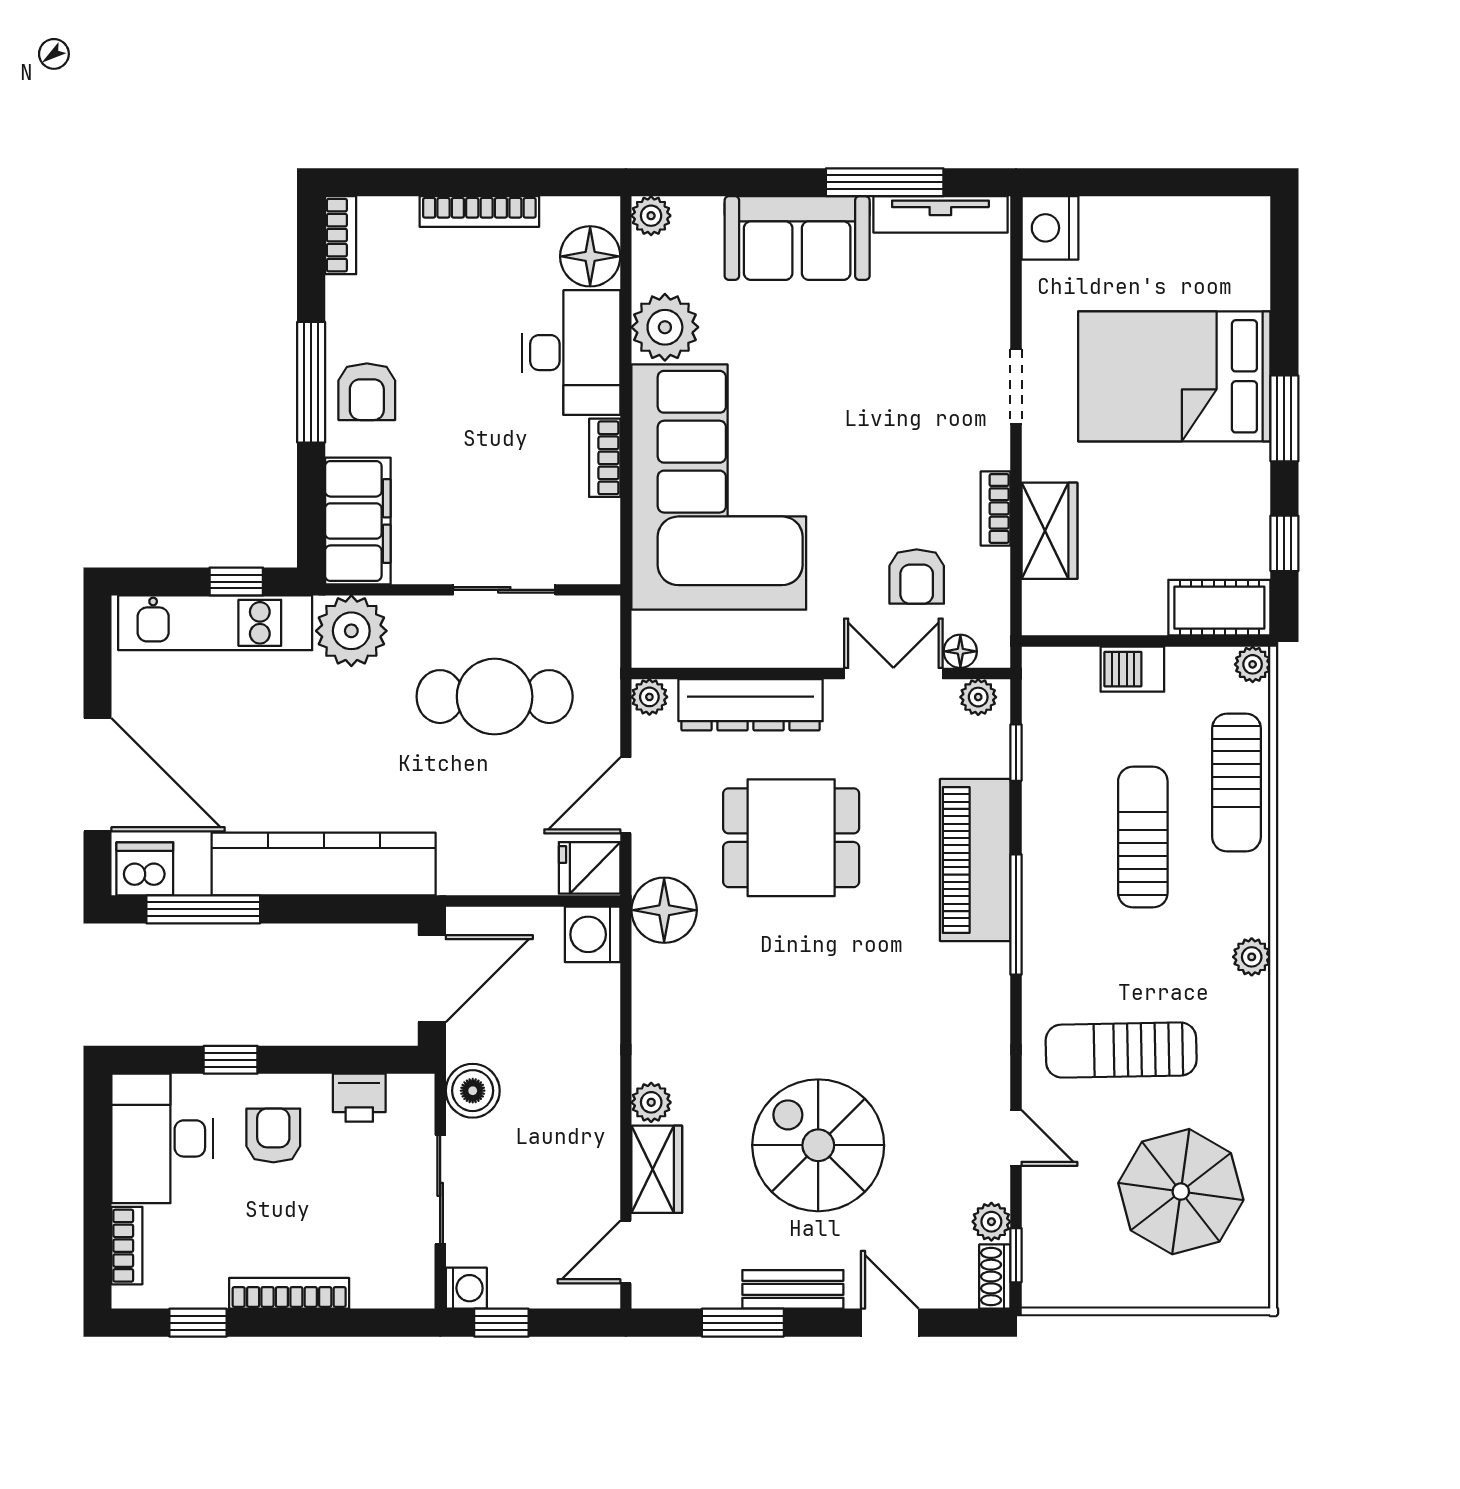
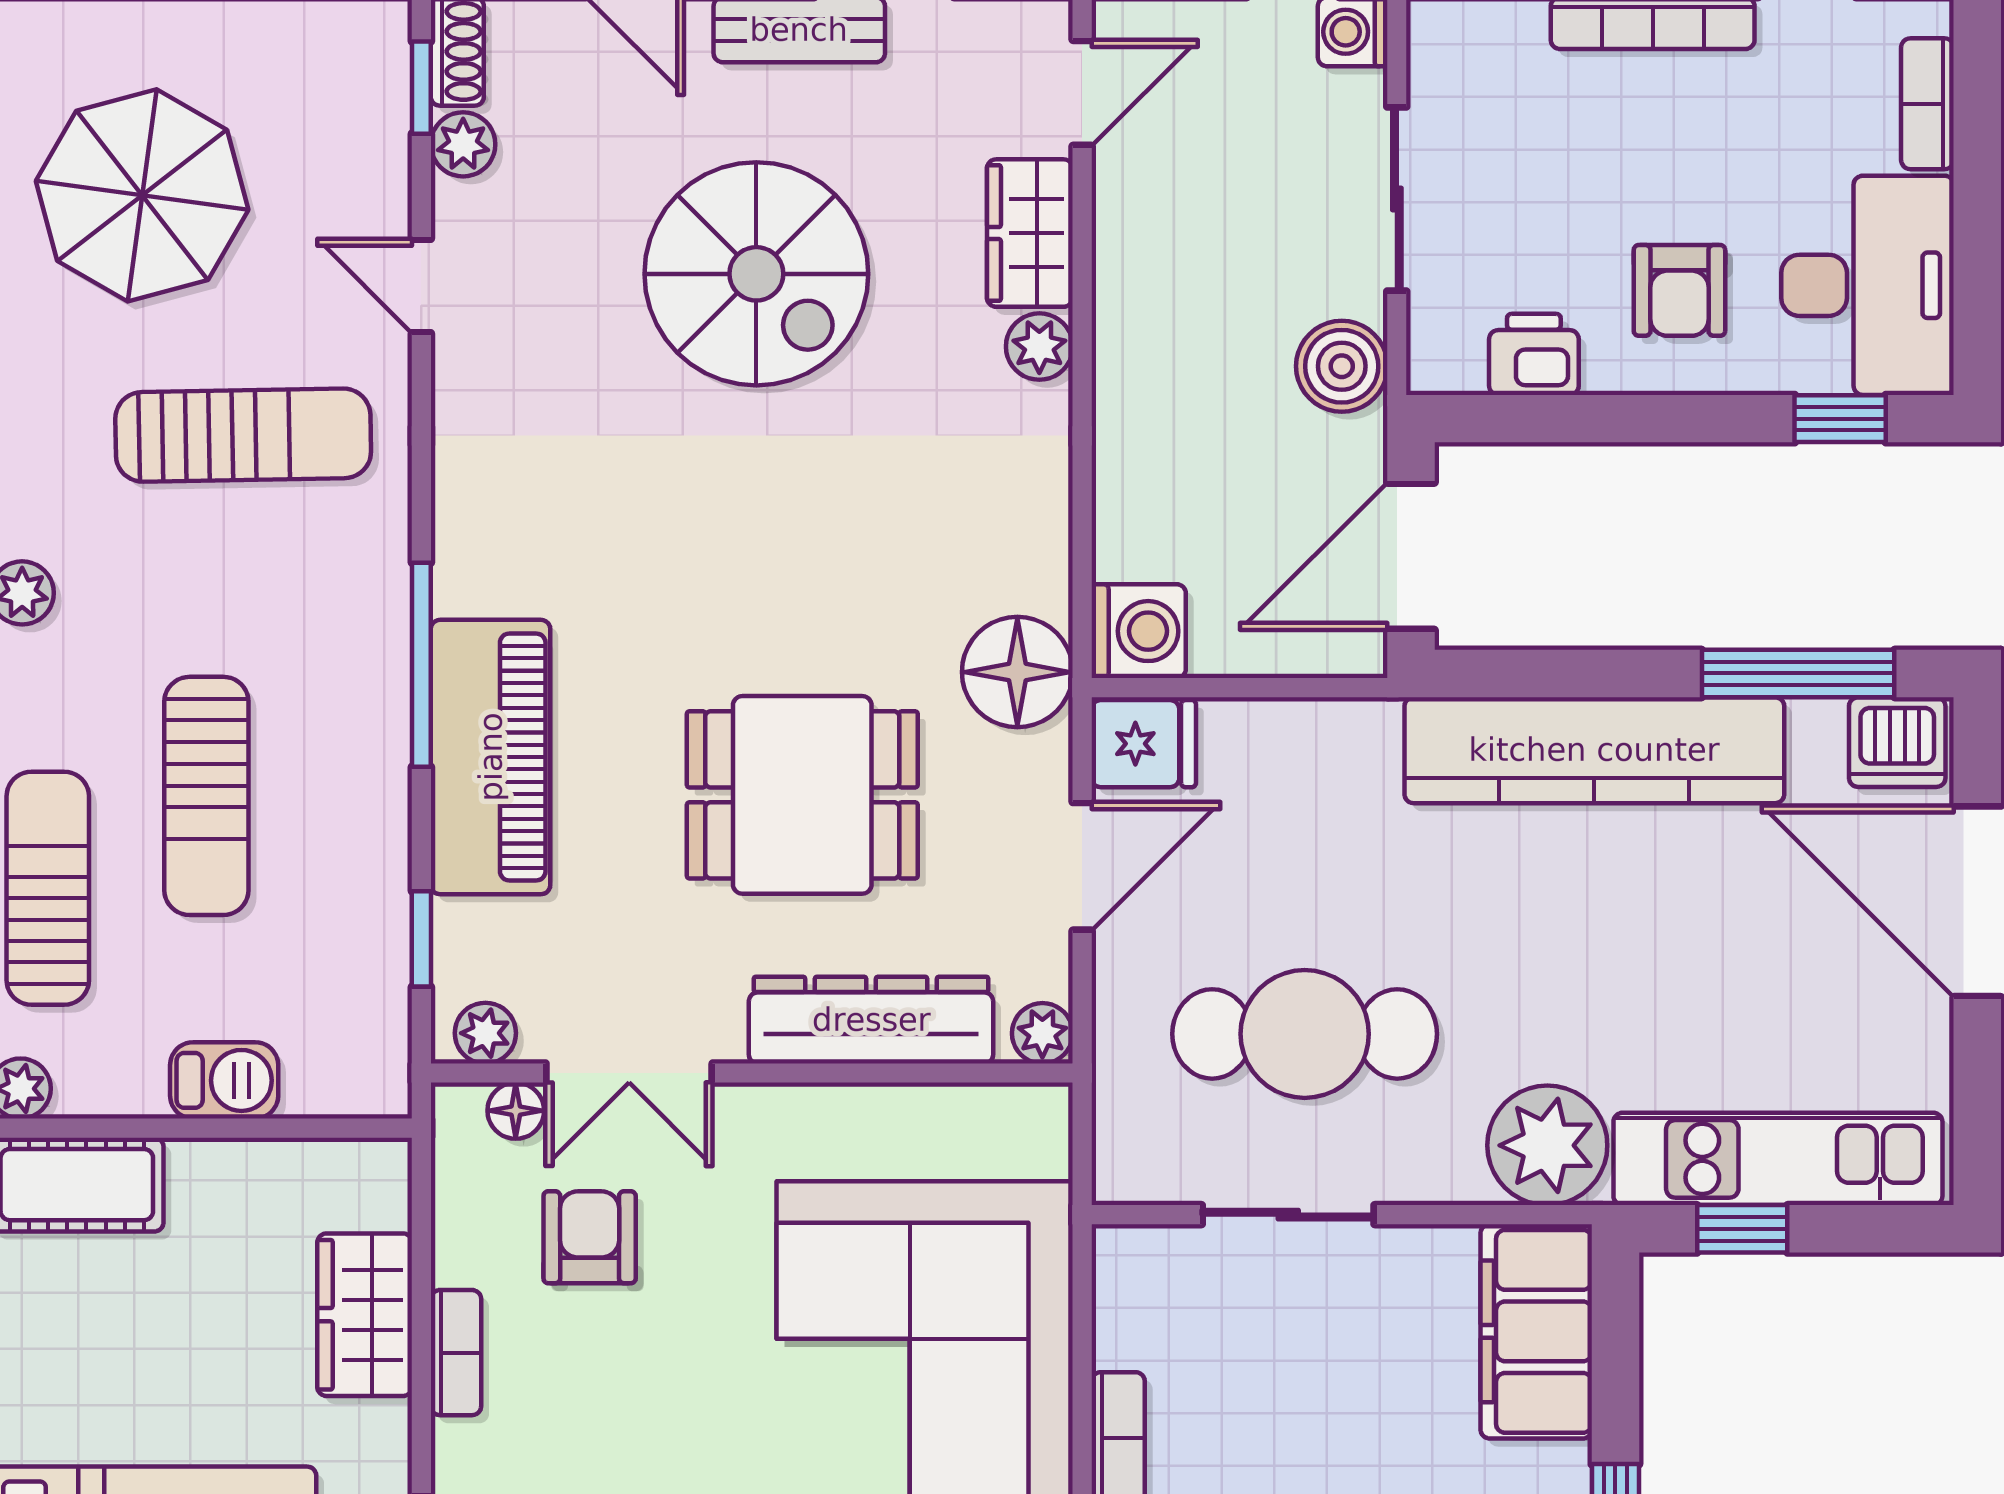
window: (231, 1060) -> (1840, 419), moved

